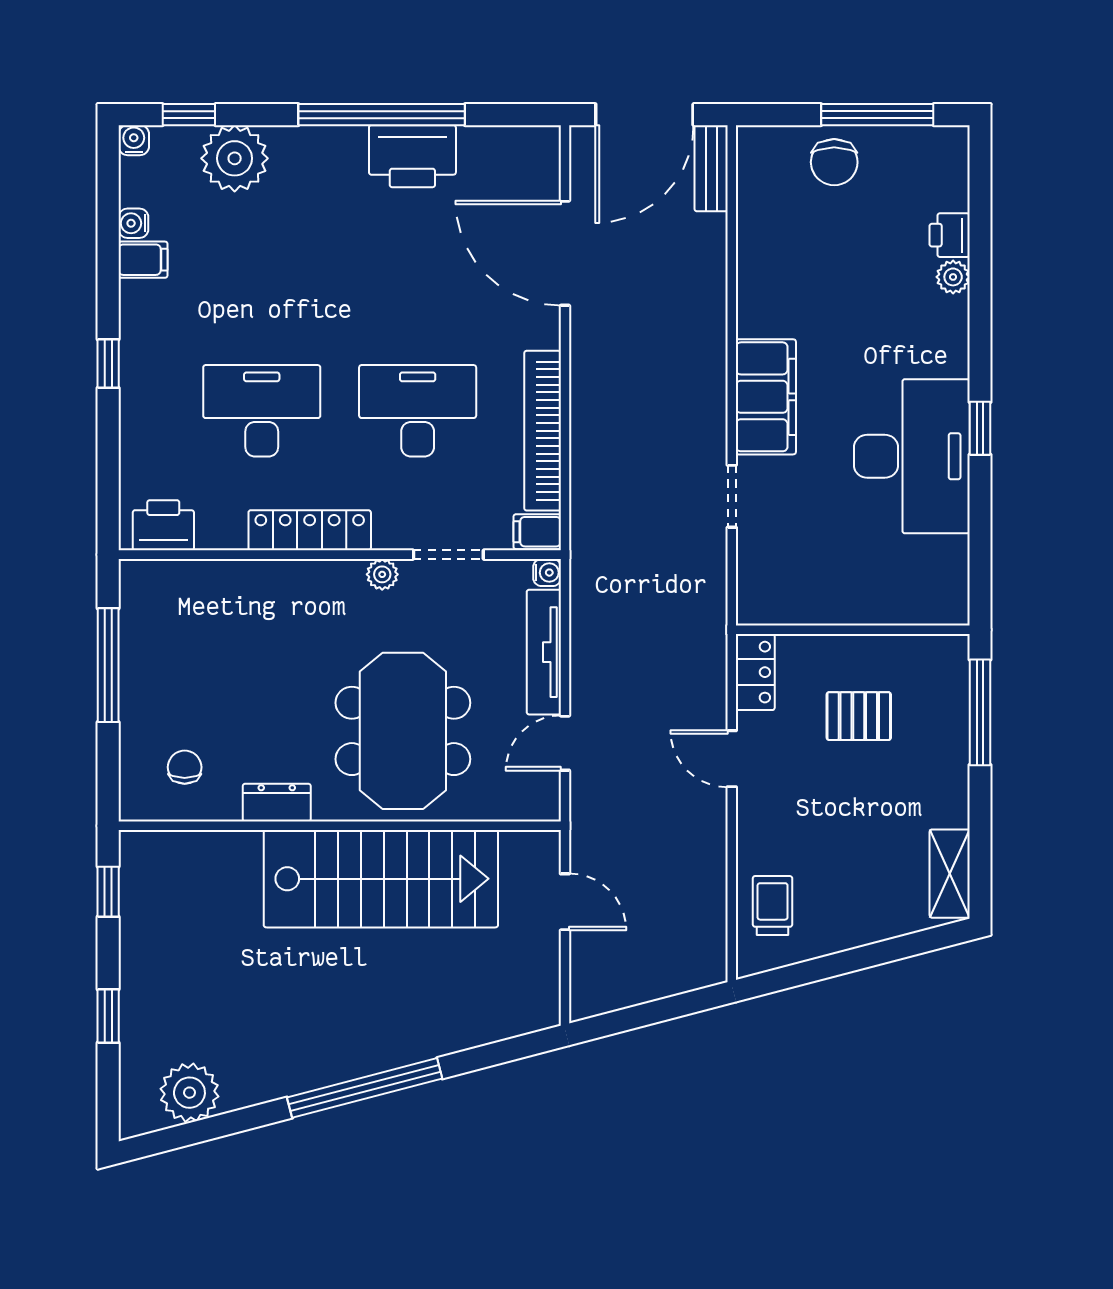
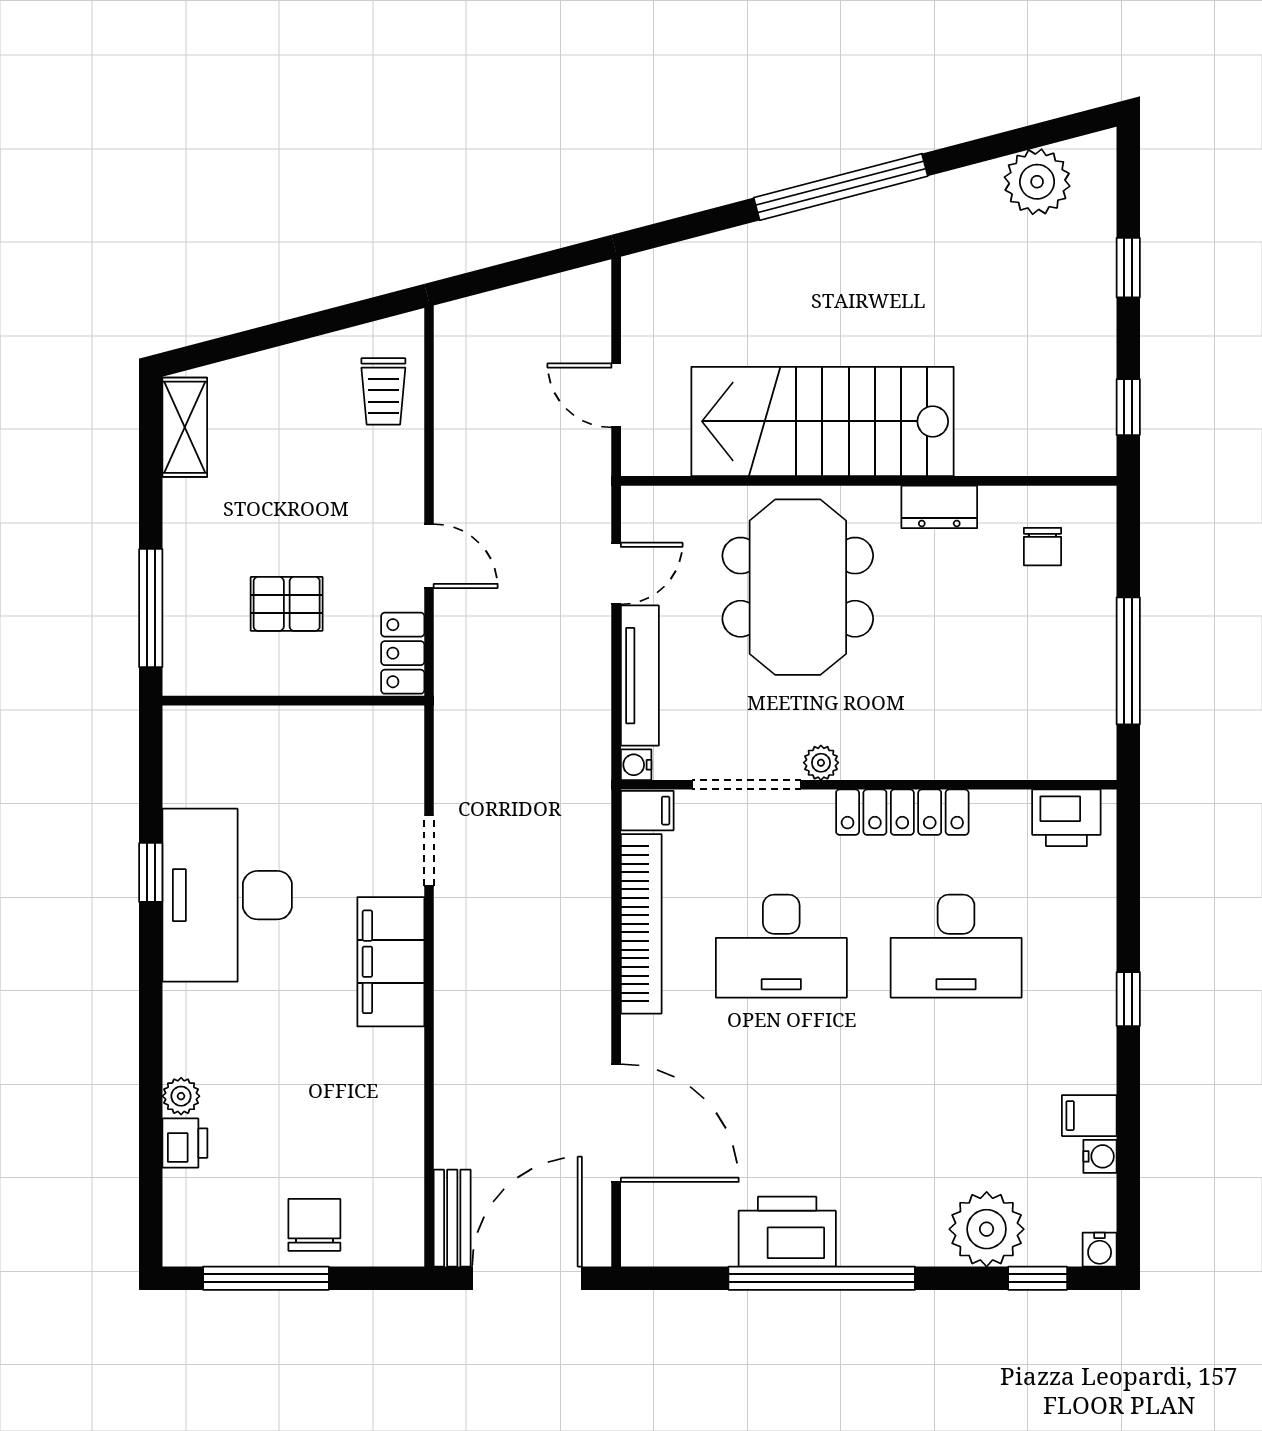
window: (980, 428) -> (151, 872), moved
doorway: (448, 555) -> (747, 785), width x1.38

